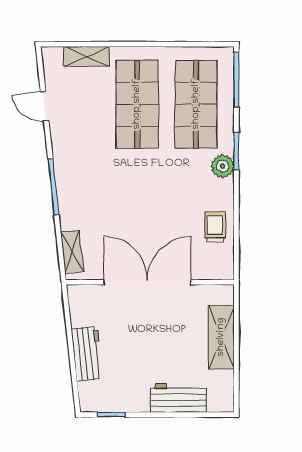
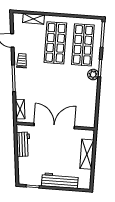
trolley: (215, 227) -> (22, 61), moved
workbench: (87, 354) -> (23, 144), moved
workbench: (179, 398) -> (60, 181), width x1.38

